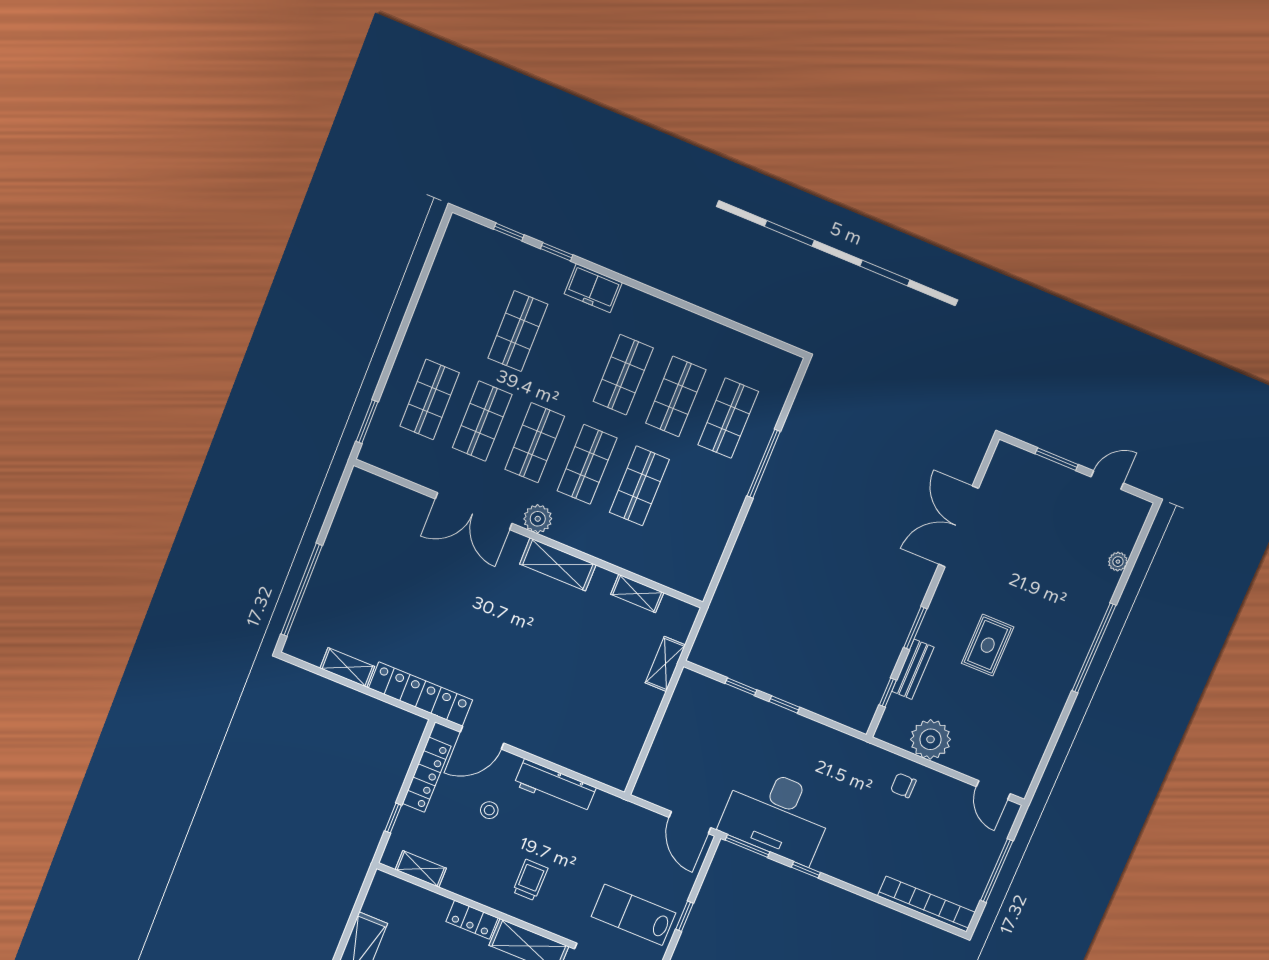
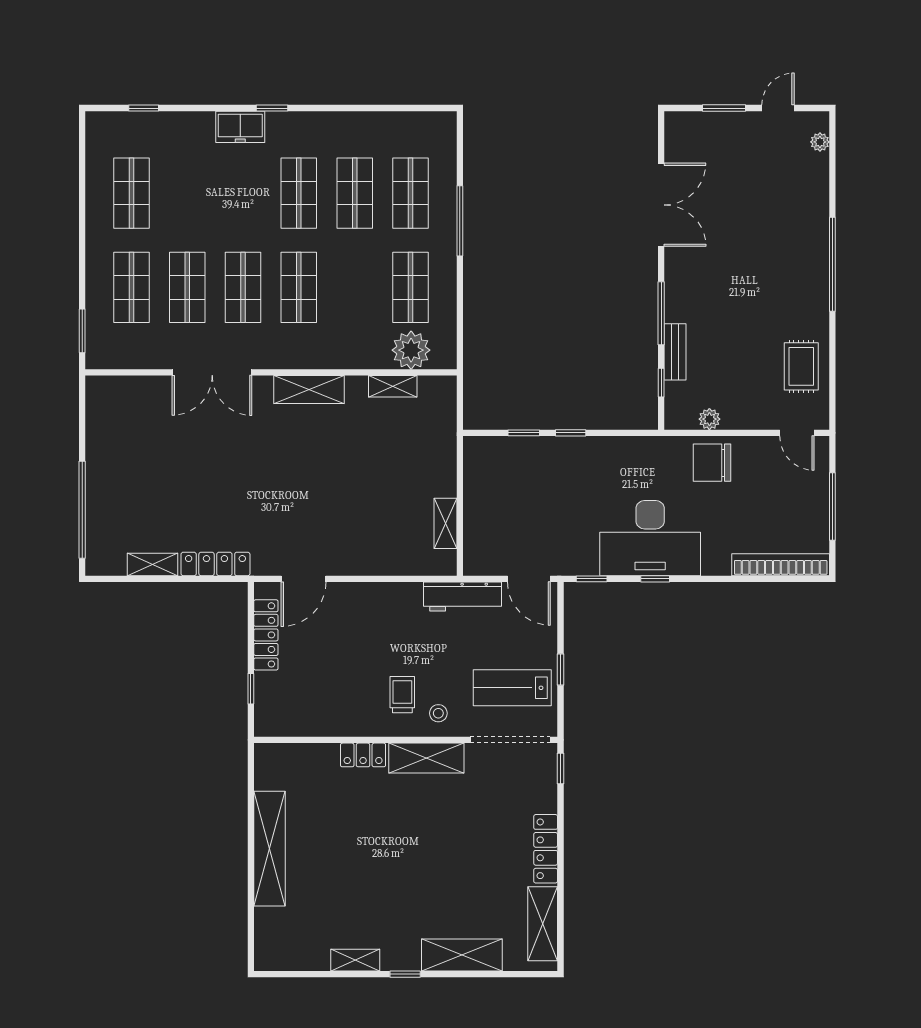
window: (557, 252) -> (272, 108), moved
shop shelf: (518, 331) -> (131, 193), moved
shop shelf: (639, 486) -> (410, 287), moved
plant: (538, 519) -> (411, 350), moved, width x1.36, depth x1.36
double door: (959, 526) -> (661, 205), swing flipped
plant: (1118, 562) -> (820, 142), moved
window: (915, 628) -> (661, 313), width x1.44
rug: (988, 645) -> (801, 366), moved
shelving: (665, 664) -> (445, 523), moved
locker: (421, 694) -> (215, 564), width x0.71, depth x0.83
plant: (930, 739) -> (709, 419), width x0.53, depth x0.53
chair: (903, 785) -> (712, 463), width x1.87, depth x1.87
workbench: (555, 786) -> (462, 596), moved
stool: (489, 810) -> (438, 713), moved
desk: (777, 815) -> (650, 538), moved
window: (747, 846) -> (592, 579), width x0.67
shelving: (421, 869) -> (296, 726), removed

